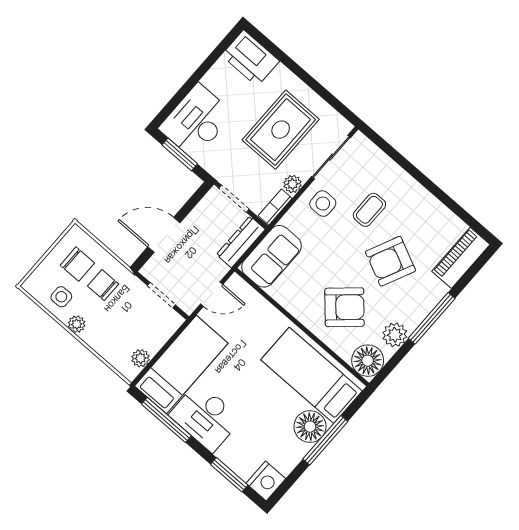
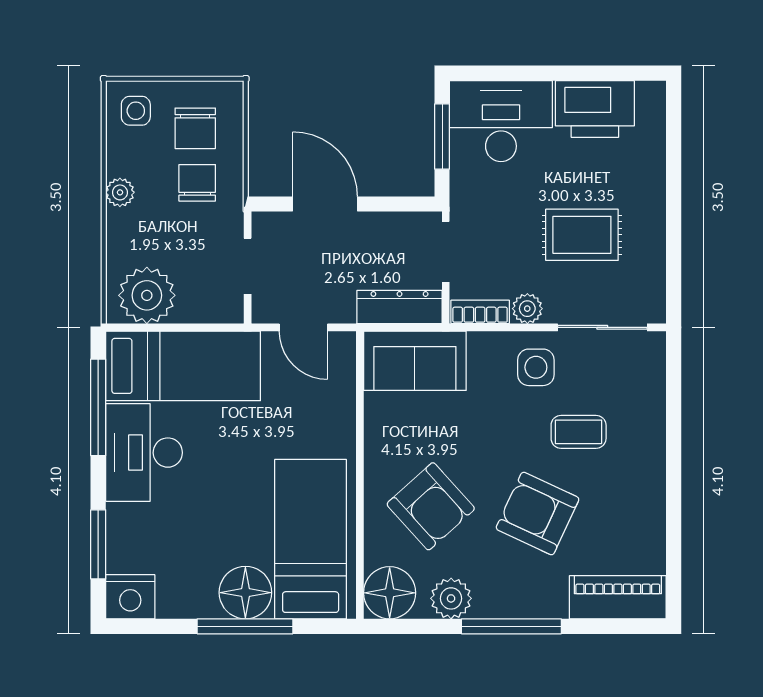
printer: (250, 58) -> (595, 109), moved, turned -90
rug: (281, 130) -> (582, 235), width x0.73, depth x0.70
side table: (61, 297) -> (136, 111), moved
plant: (141, 358) -> (147, 295), width x1.87, depth x1.87

